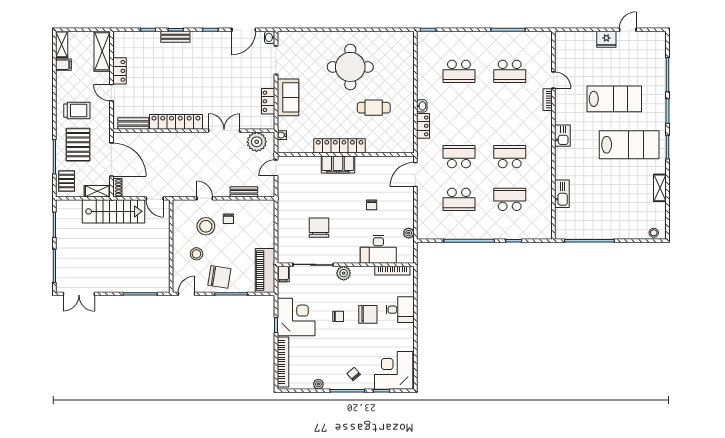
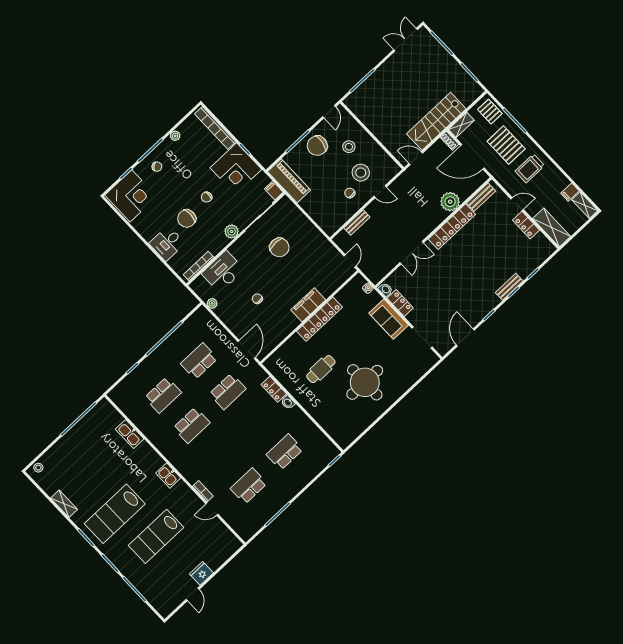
washbasin: (270, 37) -> (386, 290), moved
plant: (257, 142) -> (450, 202), moved

